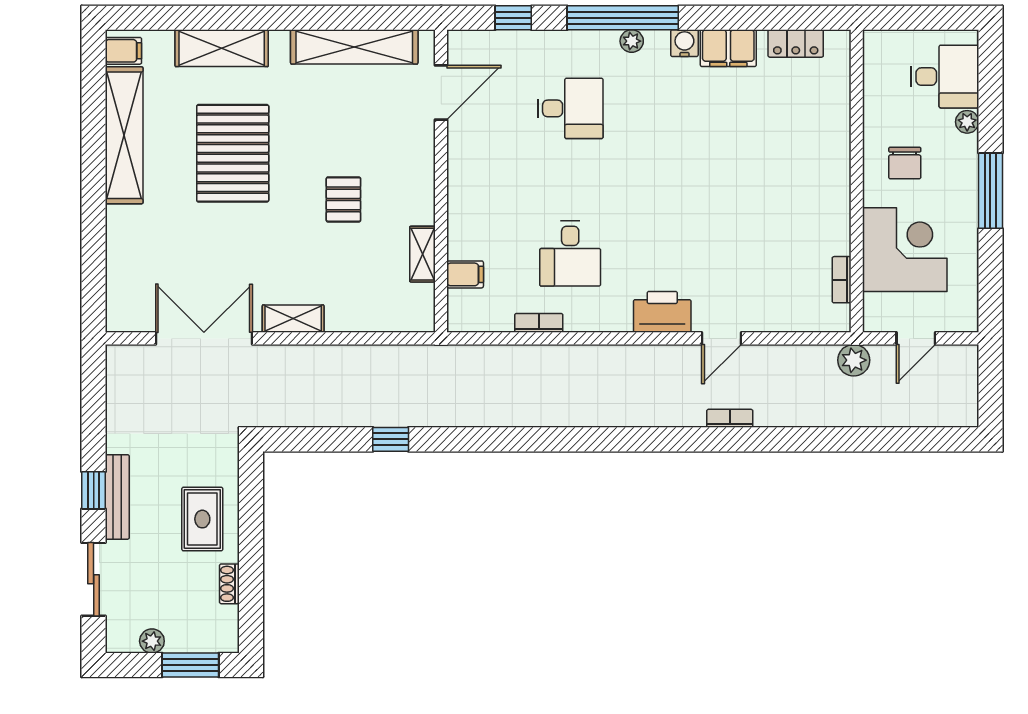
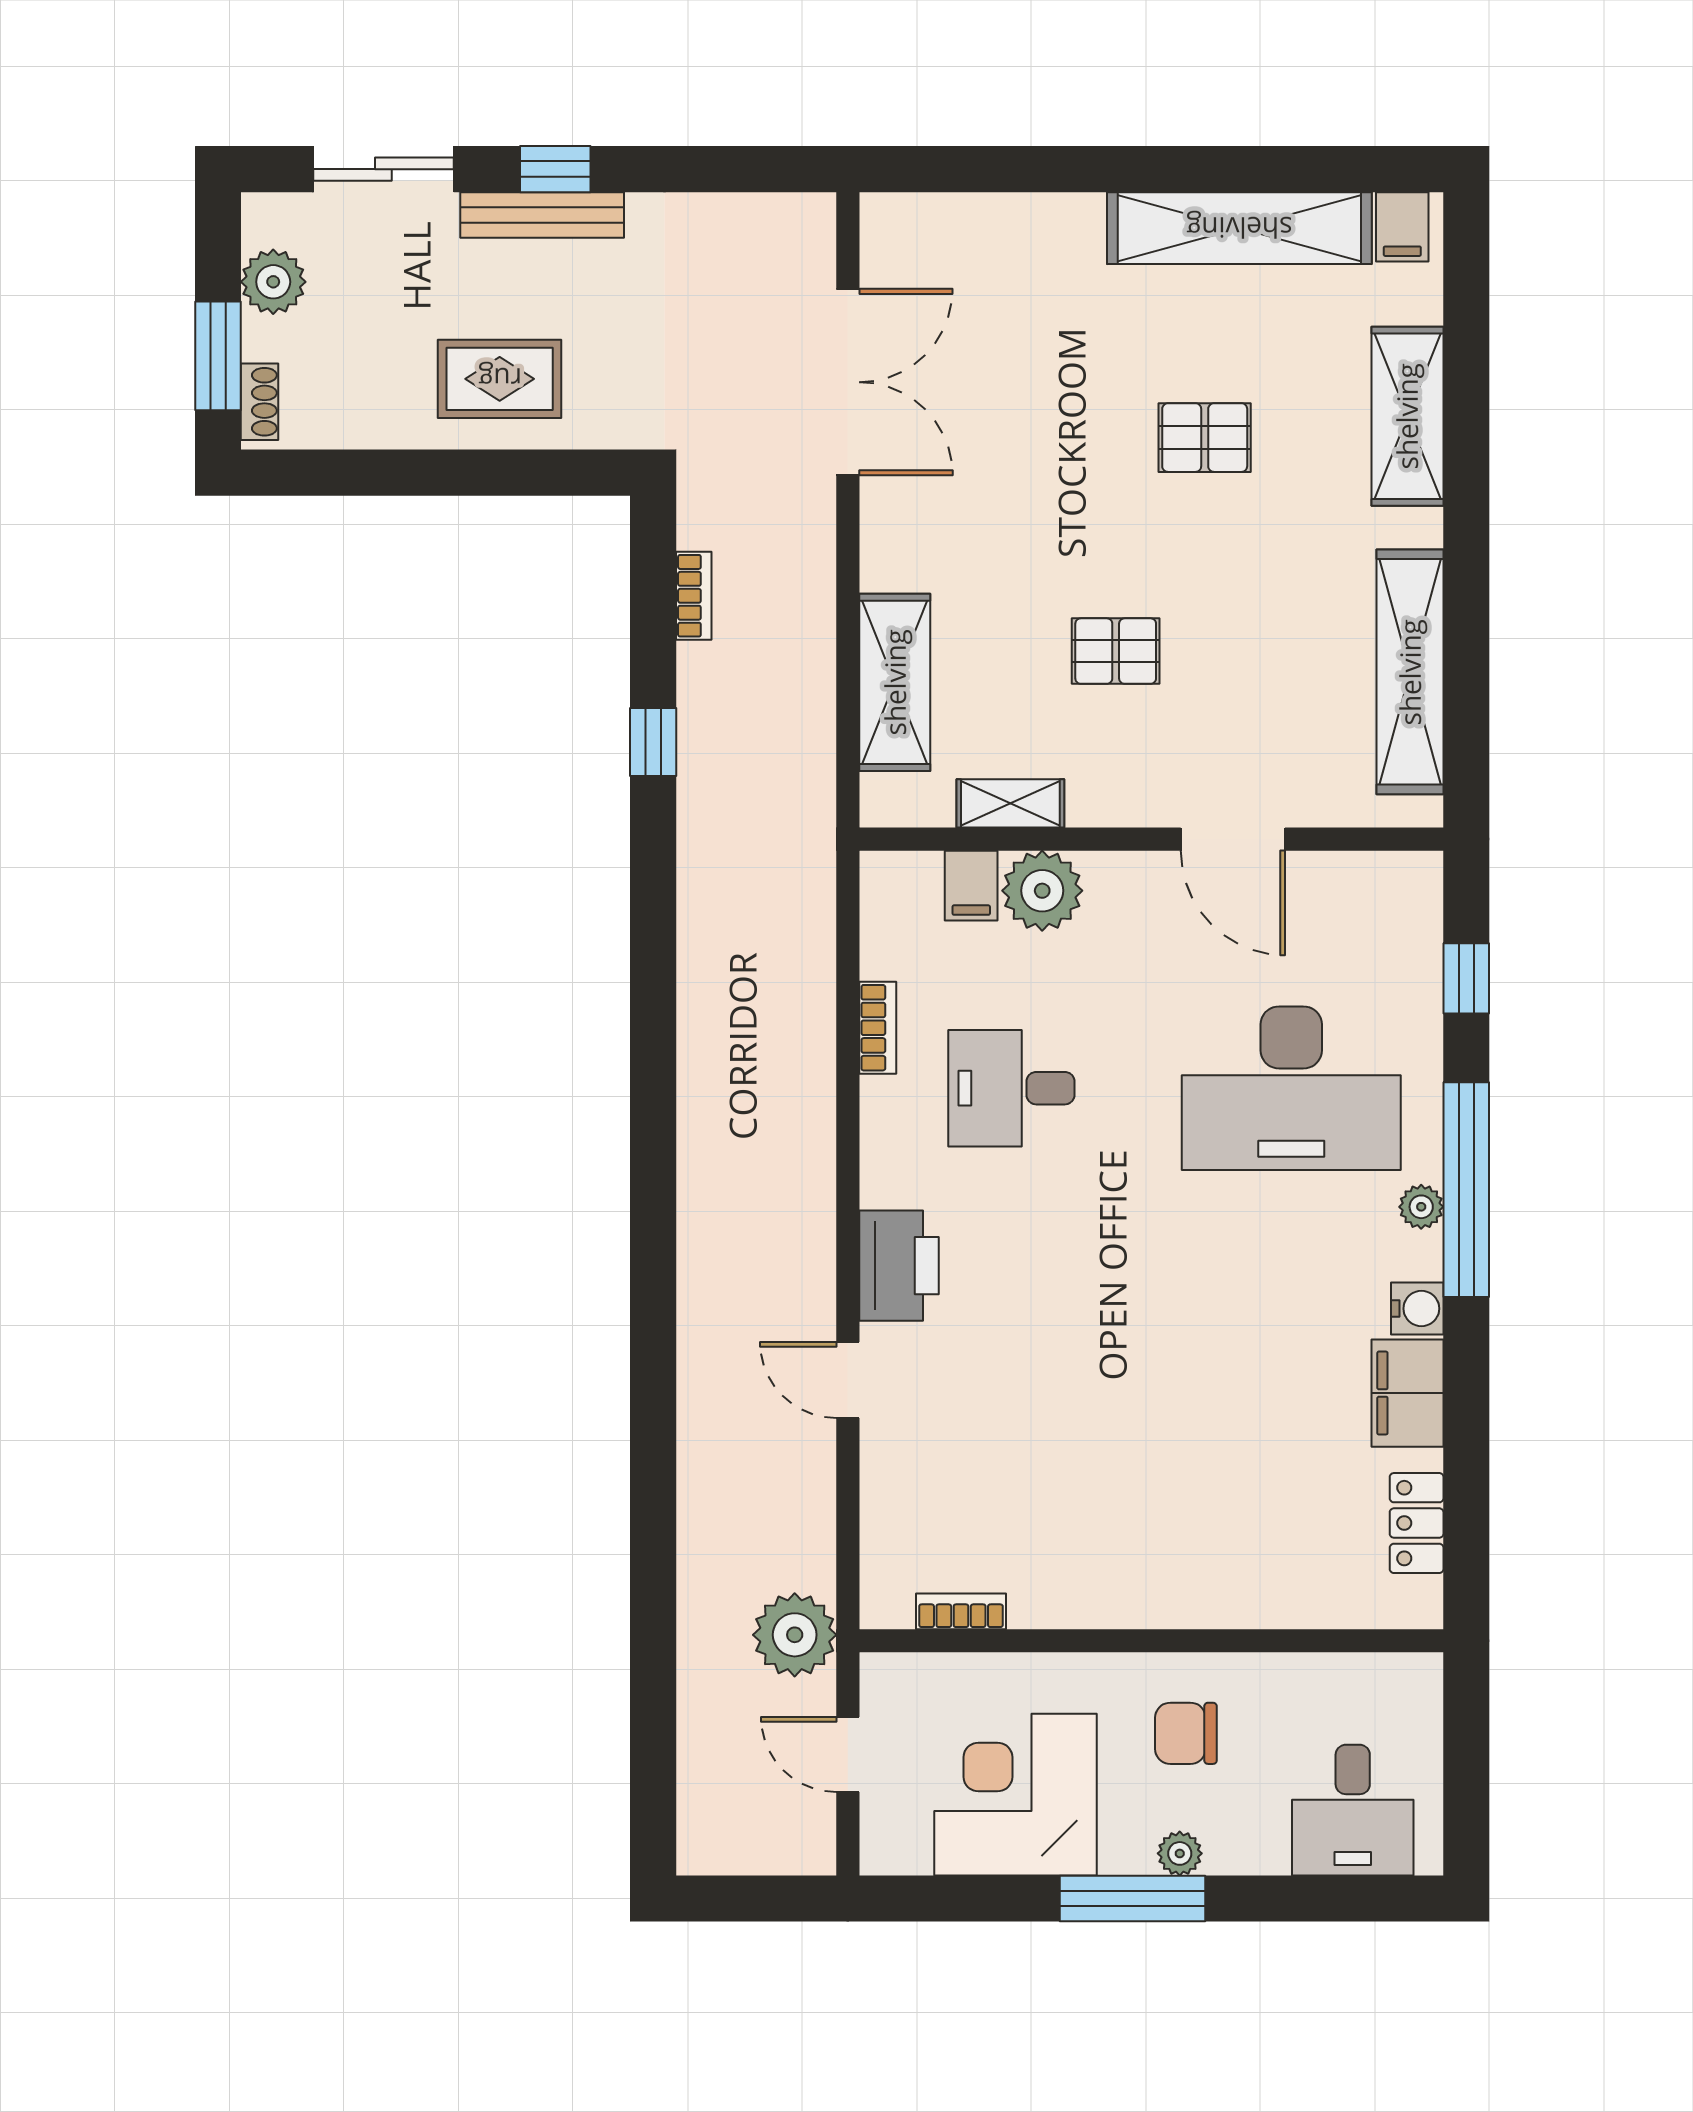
door: (441, 92) -> (1233, 839), moved
desk: (570, 108) -> (1291, 1088), width x1.87, depth x1.30
plant: (967, 122) -> (1180, 1853), moved
pallet: (233, 153) -> (1205, 438), width x0.49, depth x0.50
plant: (468, 238) -> (1042, 891), added
corner desk: (905, 250) -> (1016, 1795), moved, turned 180
shelving: (293, 319) -> (895, 682), moved, width x1.50, depth x1.33
plant: (854, 360) -> (795, 1635), width x1.36, depth x1.36
bookcase: (730, 418) -> (694, 596), moved
shoe rack: (229, 584) -> (260, 402), moved, turned 90
plant: (152, 641) -> (273, 282), width x1.38, depth x1.38

